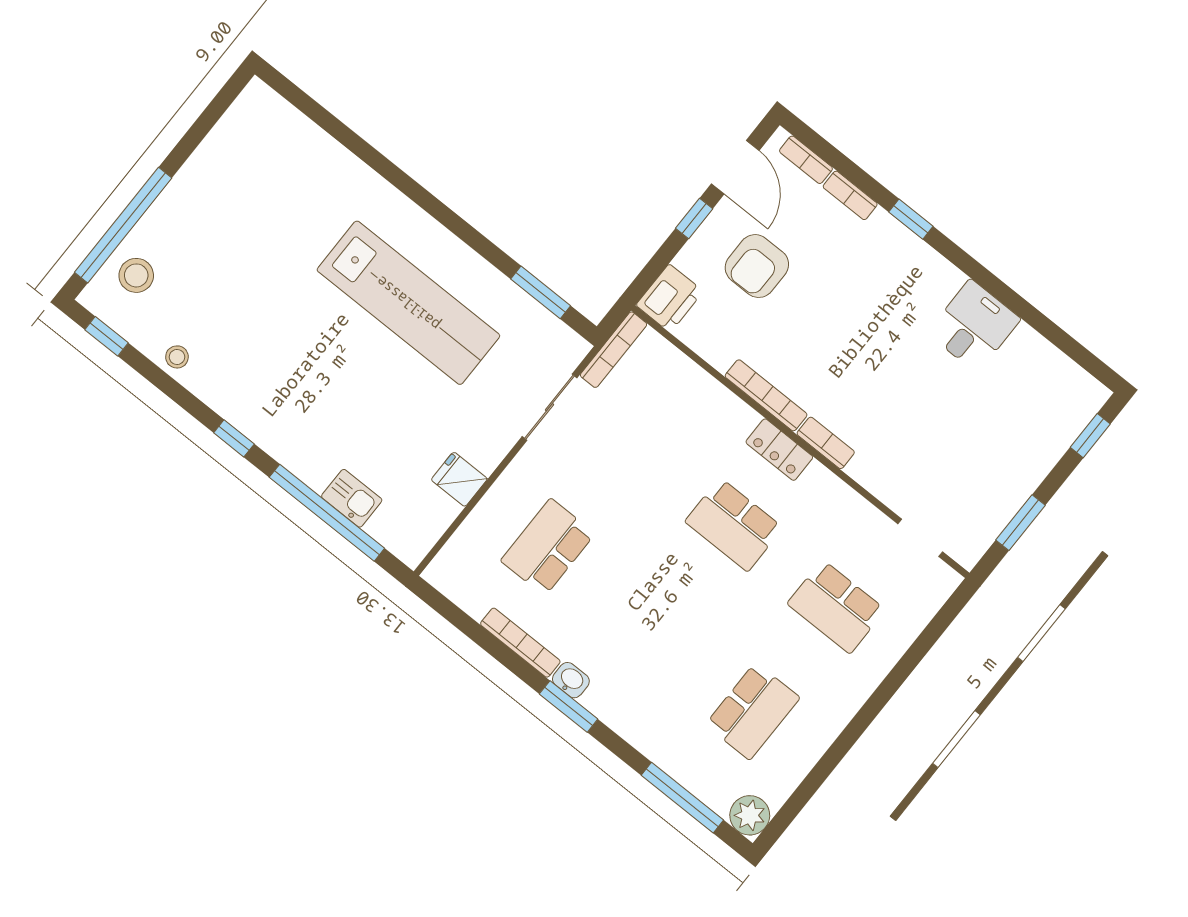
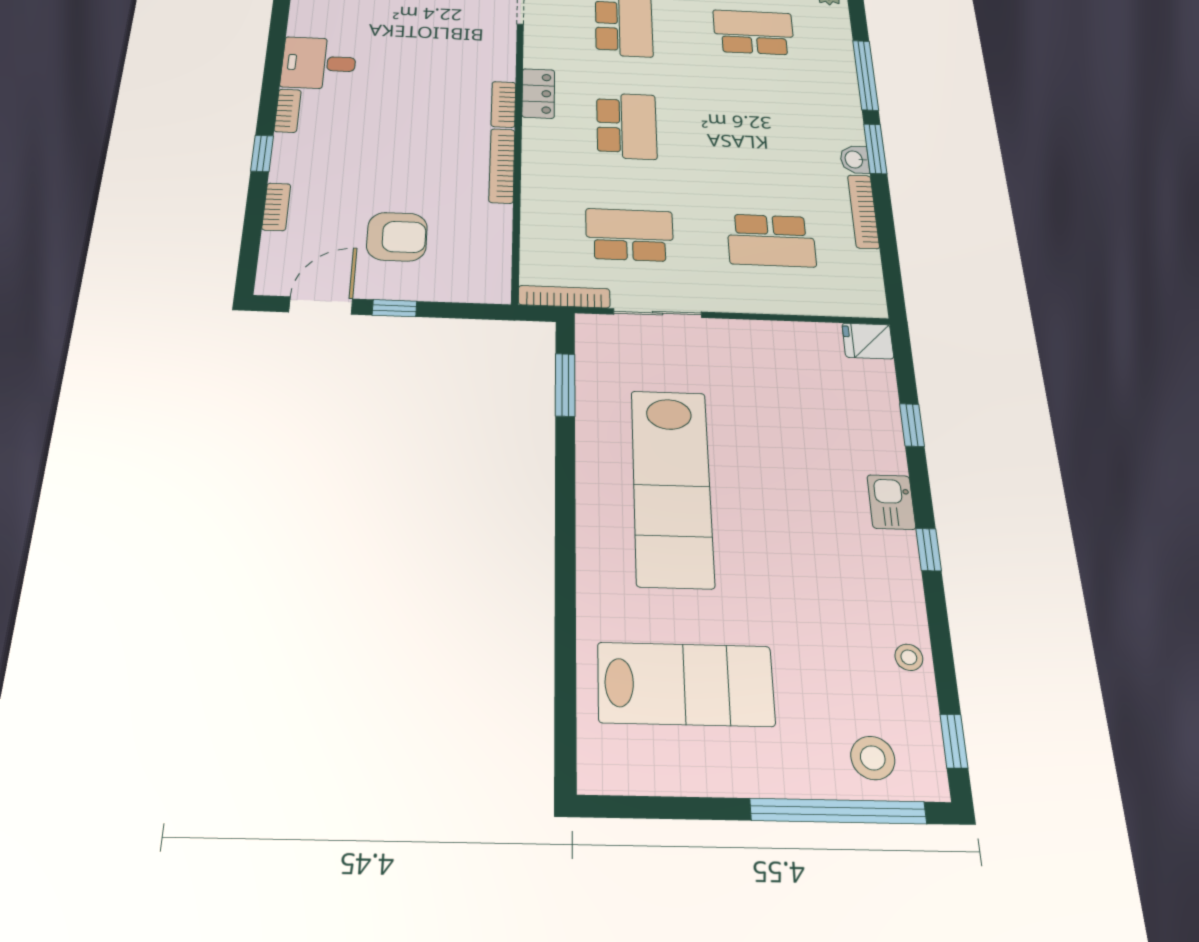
bookcase: (806, 160) -> (288, 111), moved
lab bench: (270, 198) -> (686, 684), added
printer: (670, 298) -> (482, 283), removed
lab bench: (408, 303) -> (672, 487), turned 180
school desk: (631, 443) -> (630, 235), added
locker: (779, 450) -> (538, 93), moved
fridge: (459, 479) -> (868, 341), moved, turned 90
kitchen sink: (352, 498) -> (891, 502), moved
window: (327, 513) -> (912, 425), width x0.32
window: (682, 798) -> (865, 75), moved

